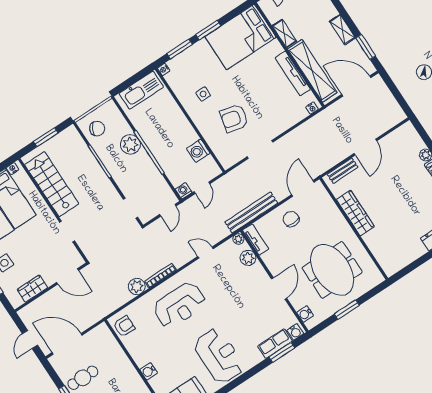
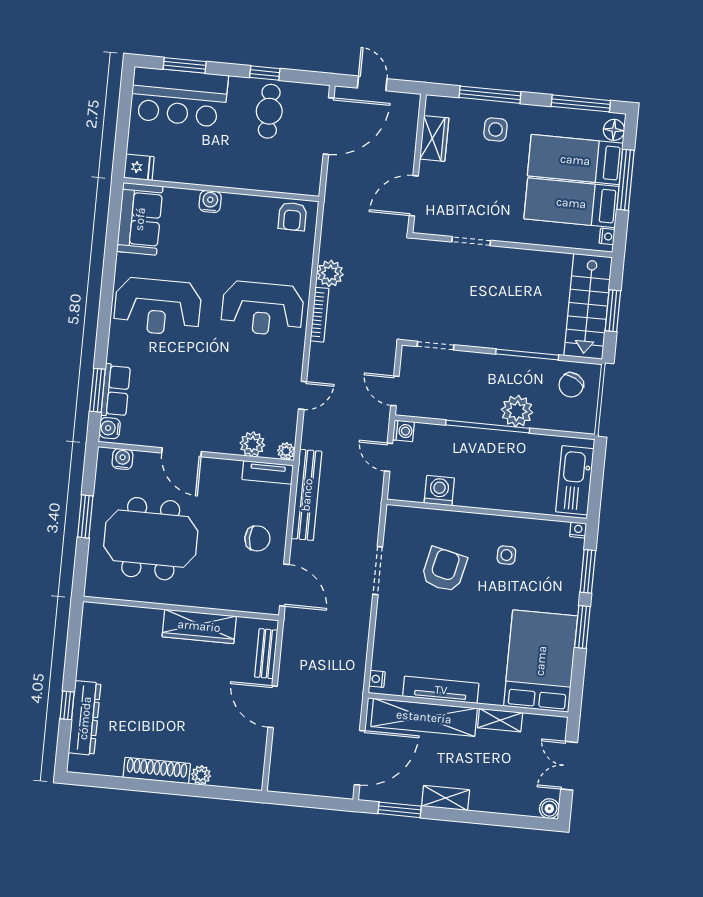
stairs: (52, 184) -> (588, 306), moved, turned 90
reception desk: (180, 305) -> (262, 309), turned -90

